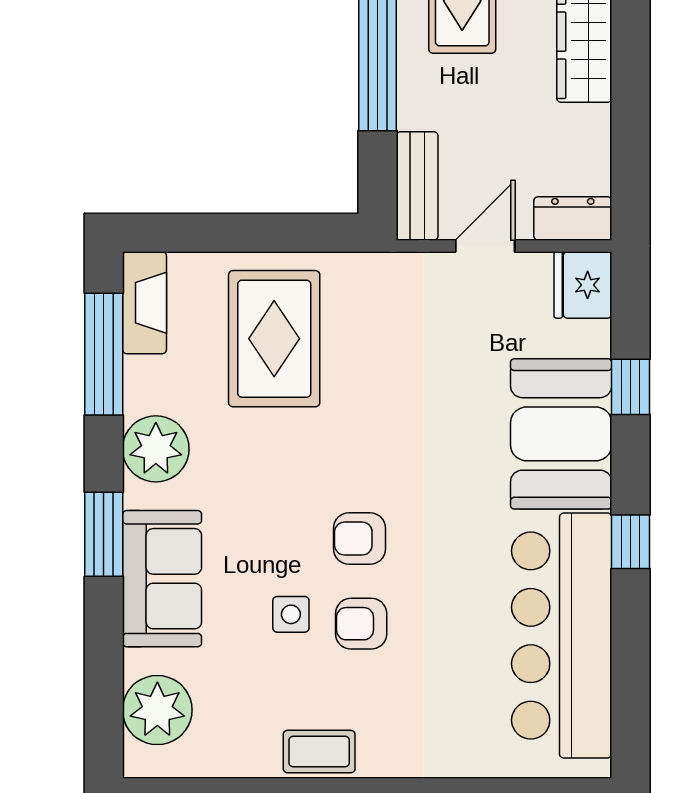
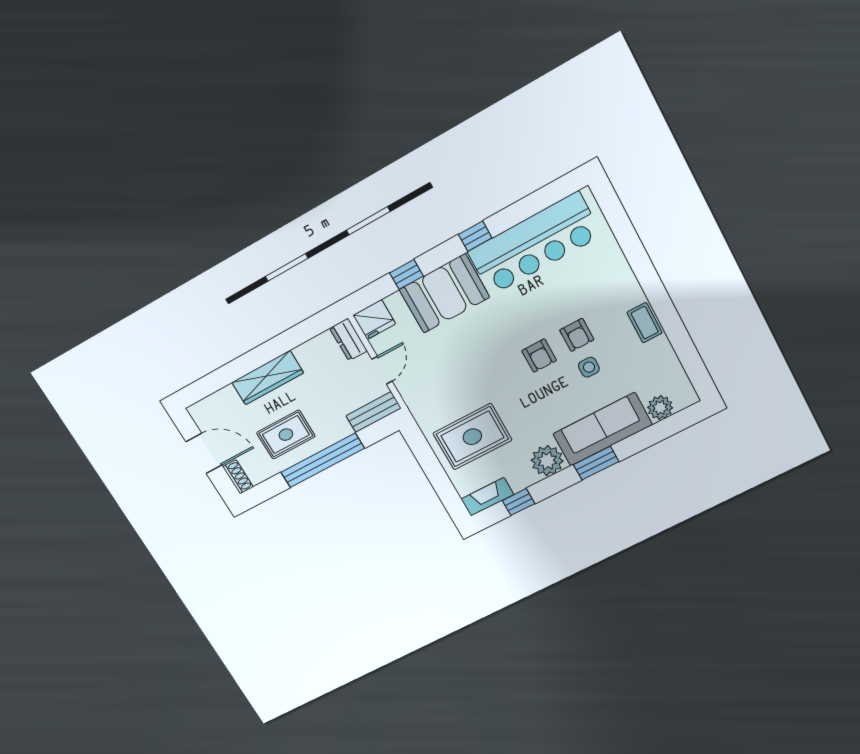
door: (485, 246) -> (382, 370), swing flipped
window: (104, 354) -> (519, 502), width x0.46
sofa: (162, 579) -> (603, 429), width x1.36
plant: (157, 710) -> (660, 408), width x0.73, depth x0.73

